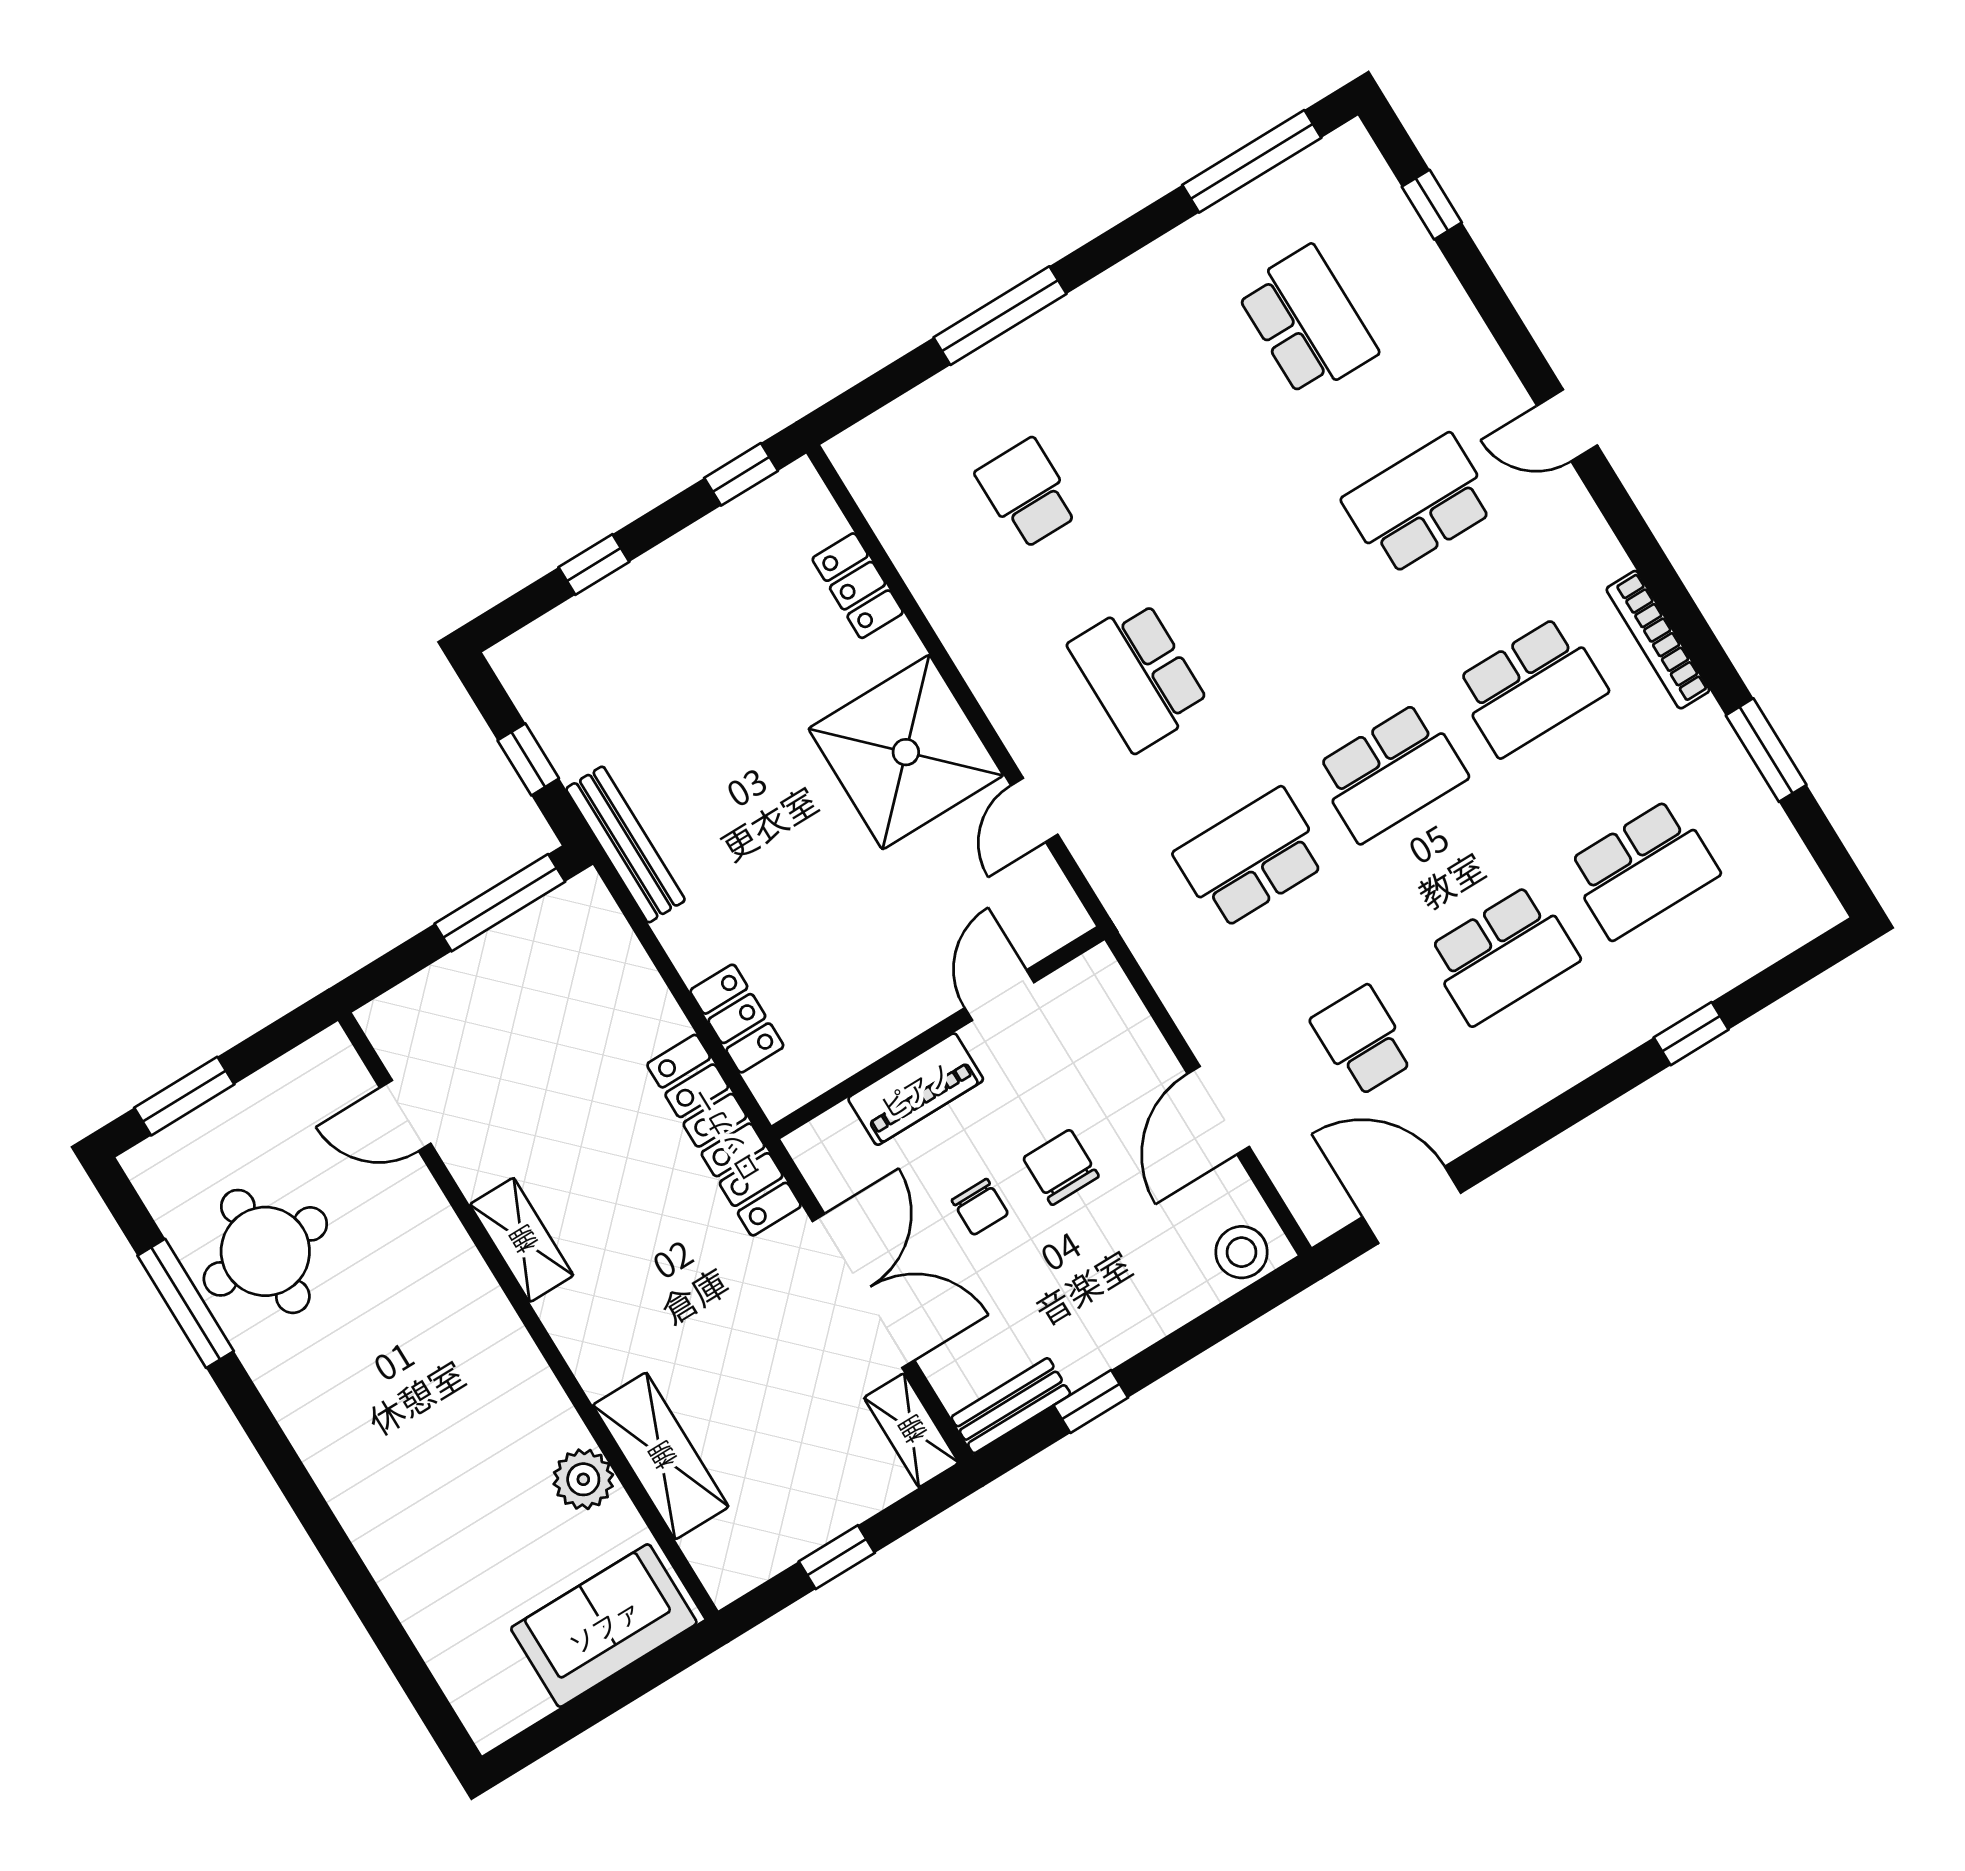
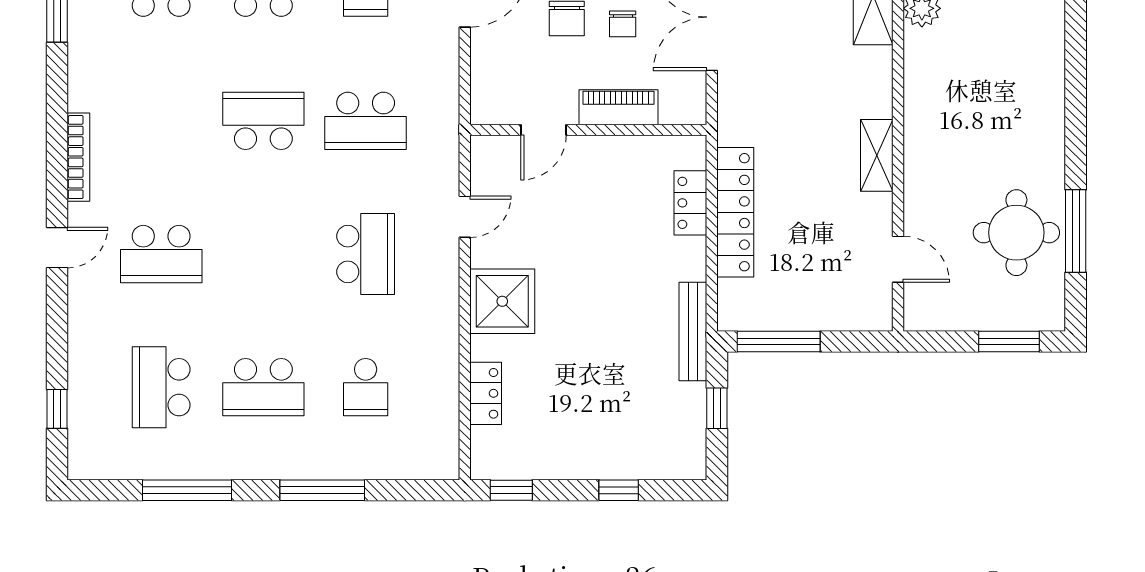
window: (1252, 161) -> (187, 490), moved
door: (1567, 425) -> (57, 248), hinge flipped
bookcase: (1658, 640) -> (78, 157), moved
school desk: (1531, 687) -> (263, 387), moved, turned 180
shower: (906, 752) -> (502, 301), width x0.73, depth x0.73
locker: (724, 1135) -> (735, 212), moved
chair: (980, 1207) -> (623, 24), turned 180

